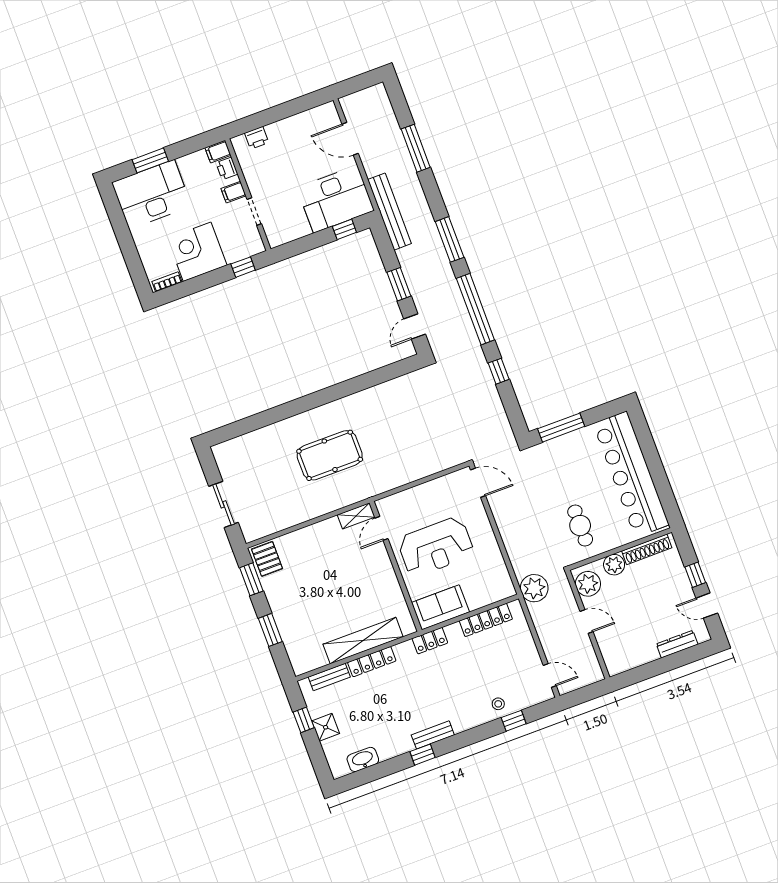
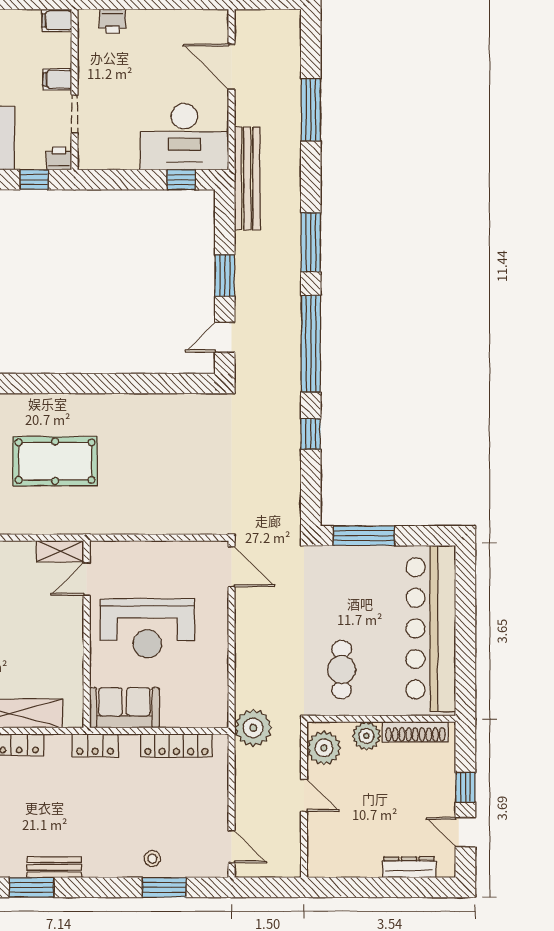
printer: (227, 168) -> (59, 158), moved, turned 90
window: (514, 721) -> (164, 887), width x1.50
window: (423, 755) -> (32, 887), width x1.50

